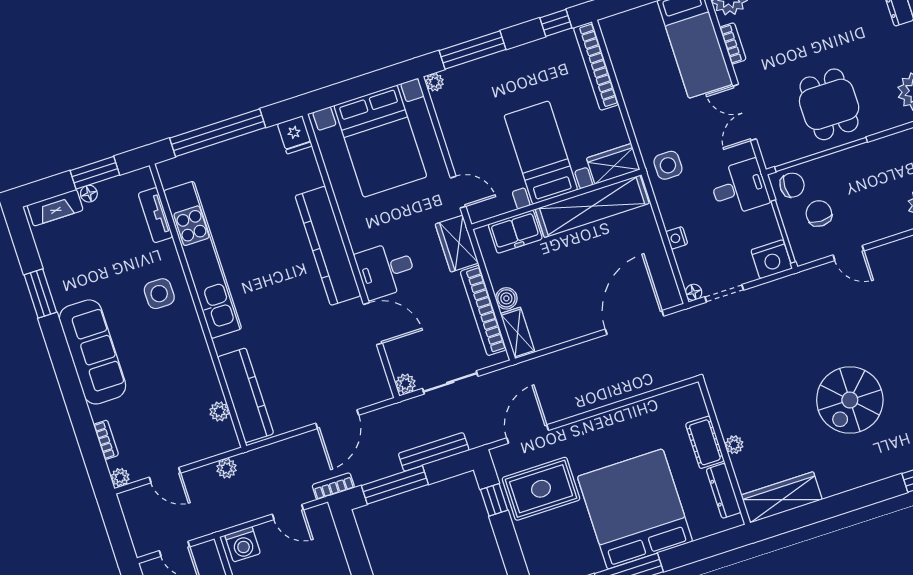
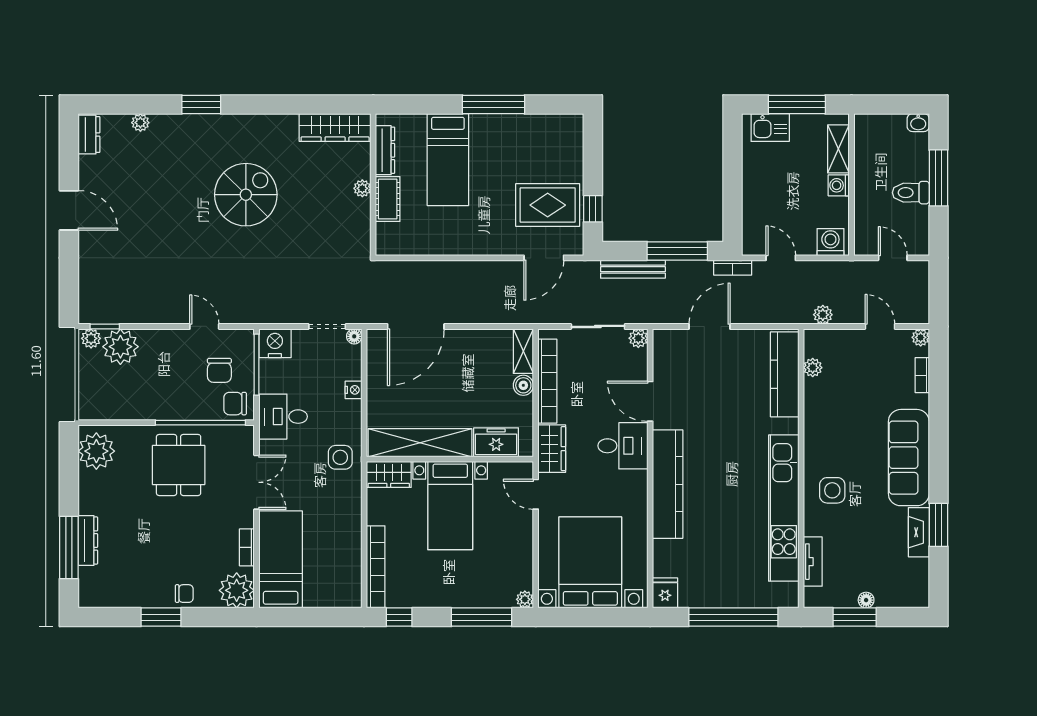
fireplace: (55, 208) -> (919, 532), moved, turned -90
bed: (635, 509) -> (448, 160), width x0.49

